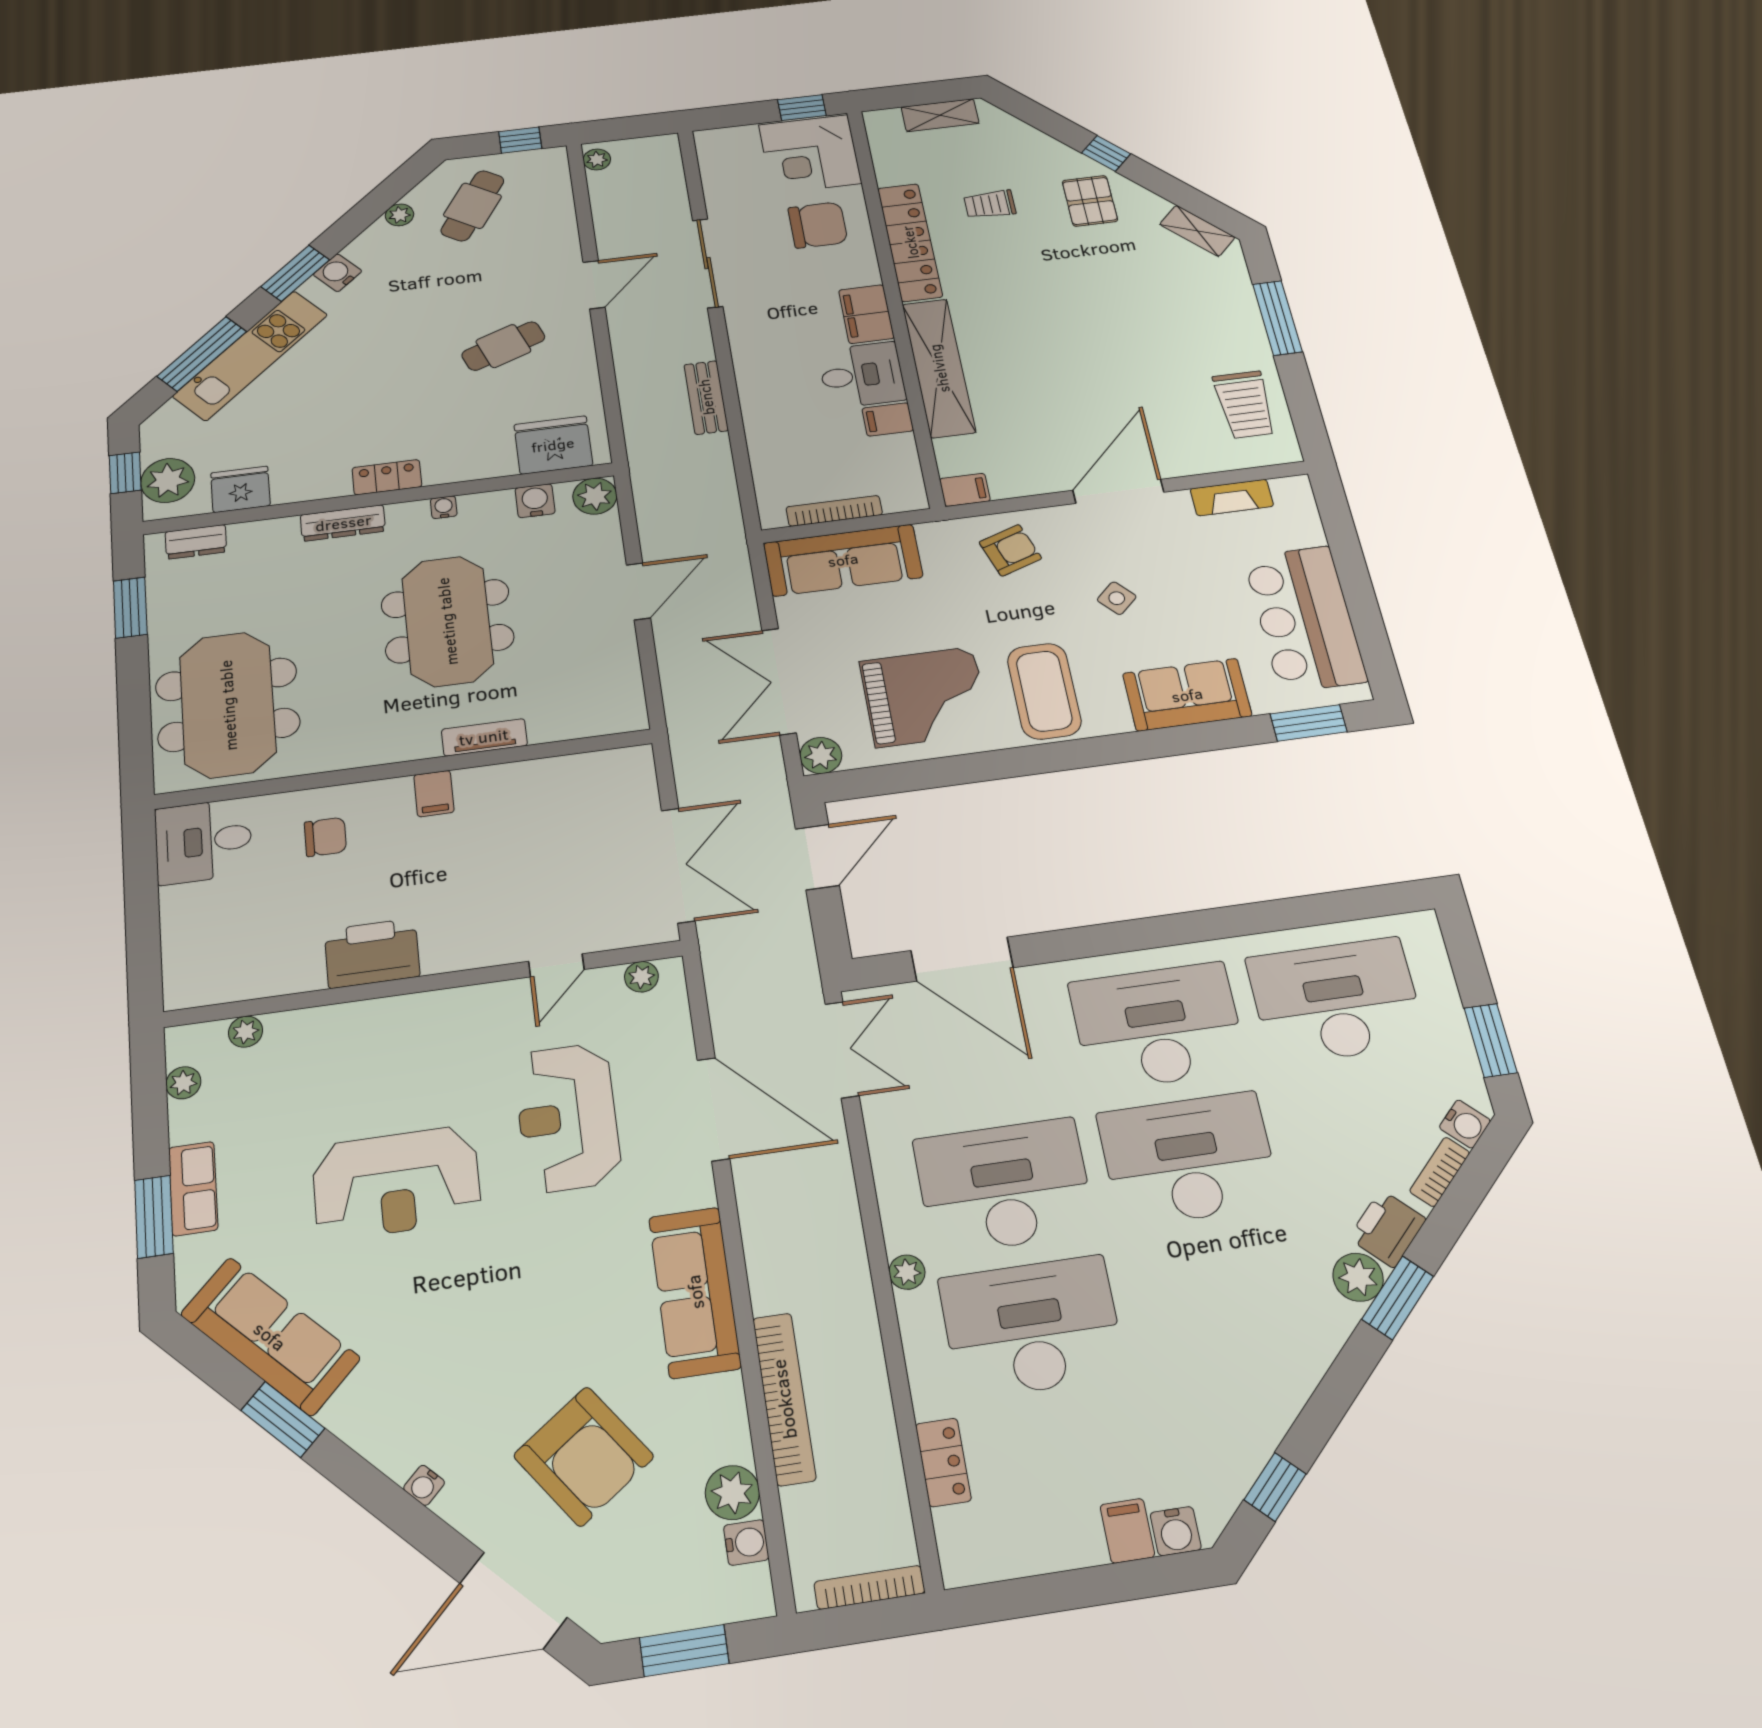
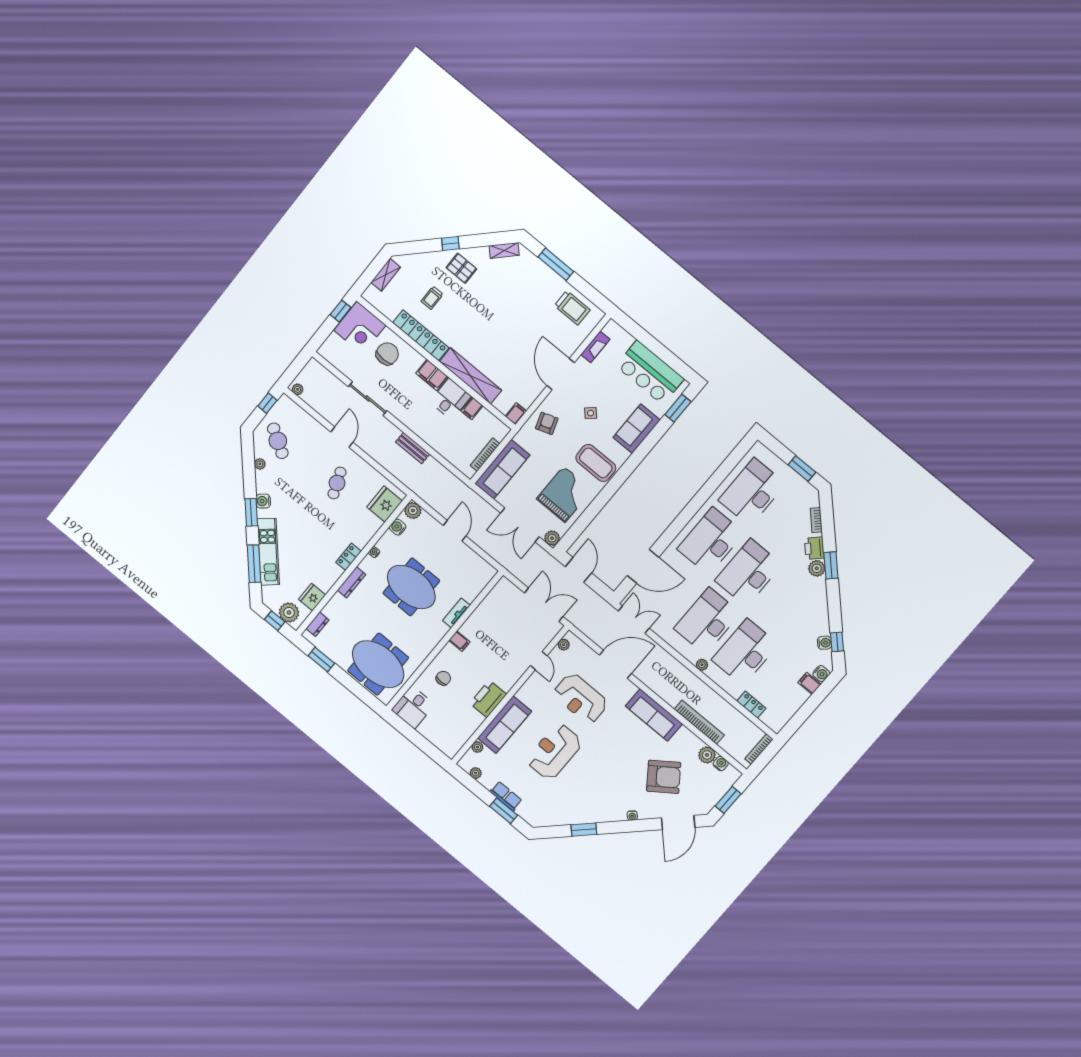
water cooler: (1465, 1124) -> (824, 643), moved
reception desk: (396, 1183) -> (554, 752), turned 180
sofa: (270, 1336) -> (505, 725), moved, turned 135

